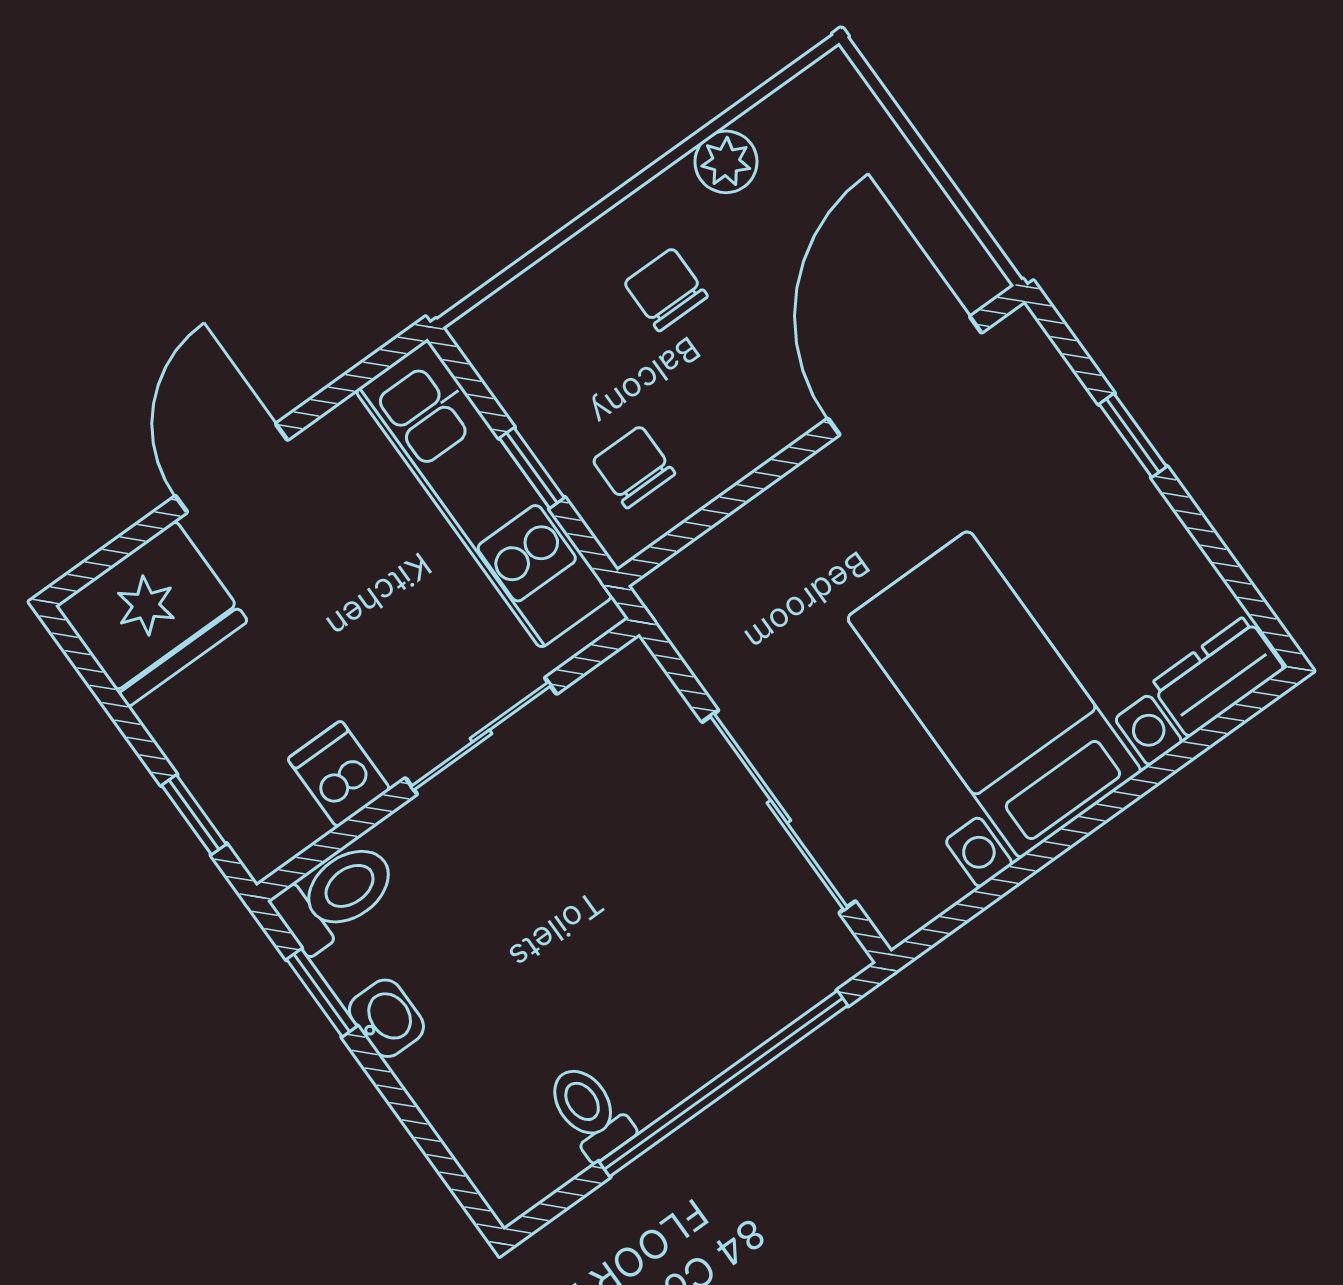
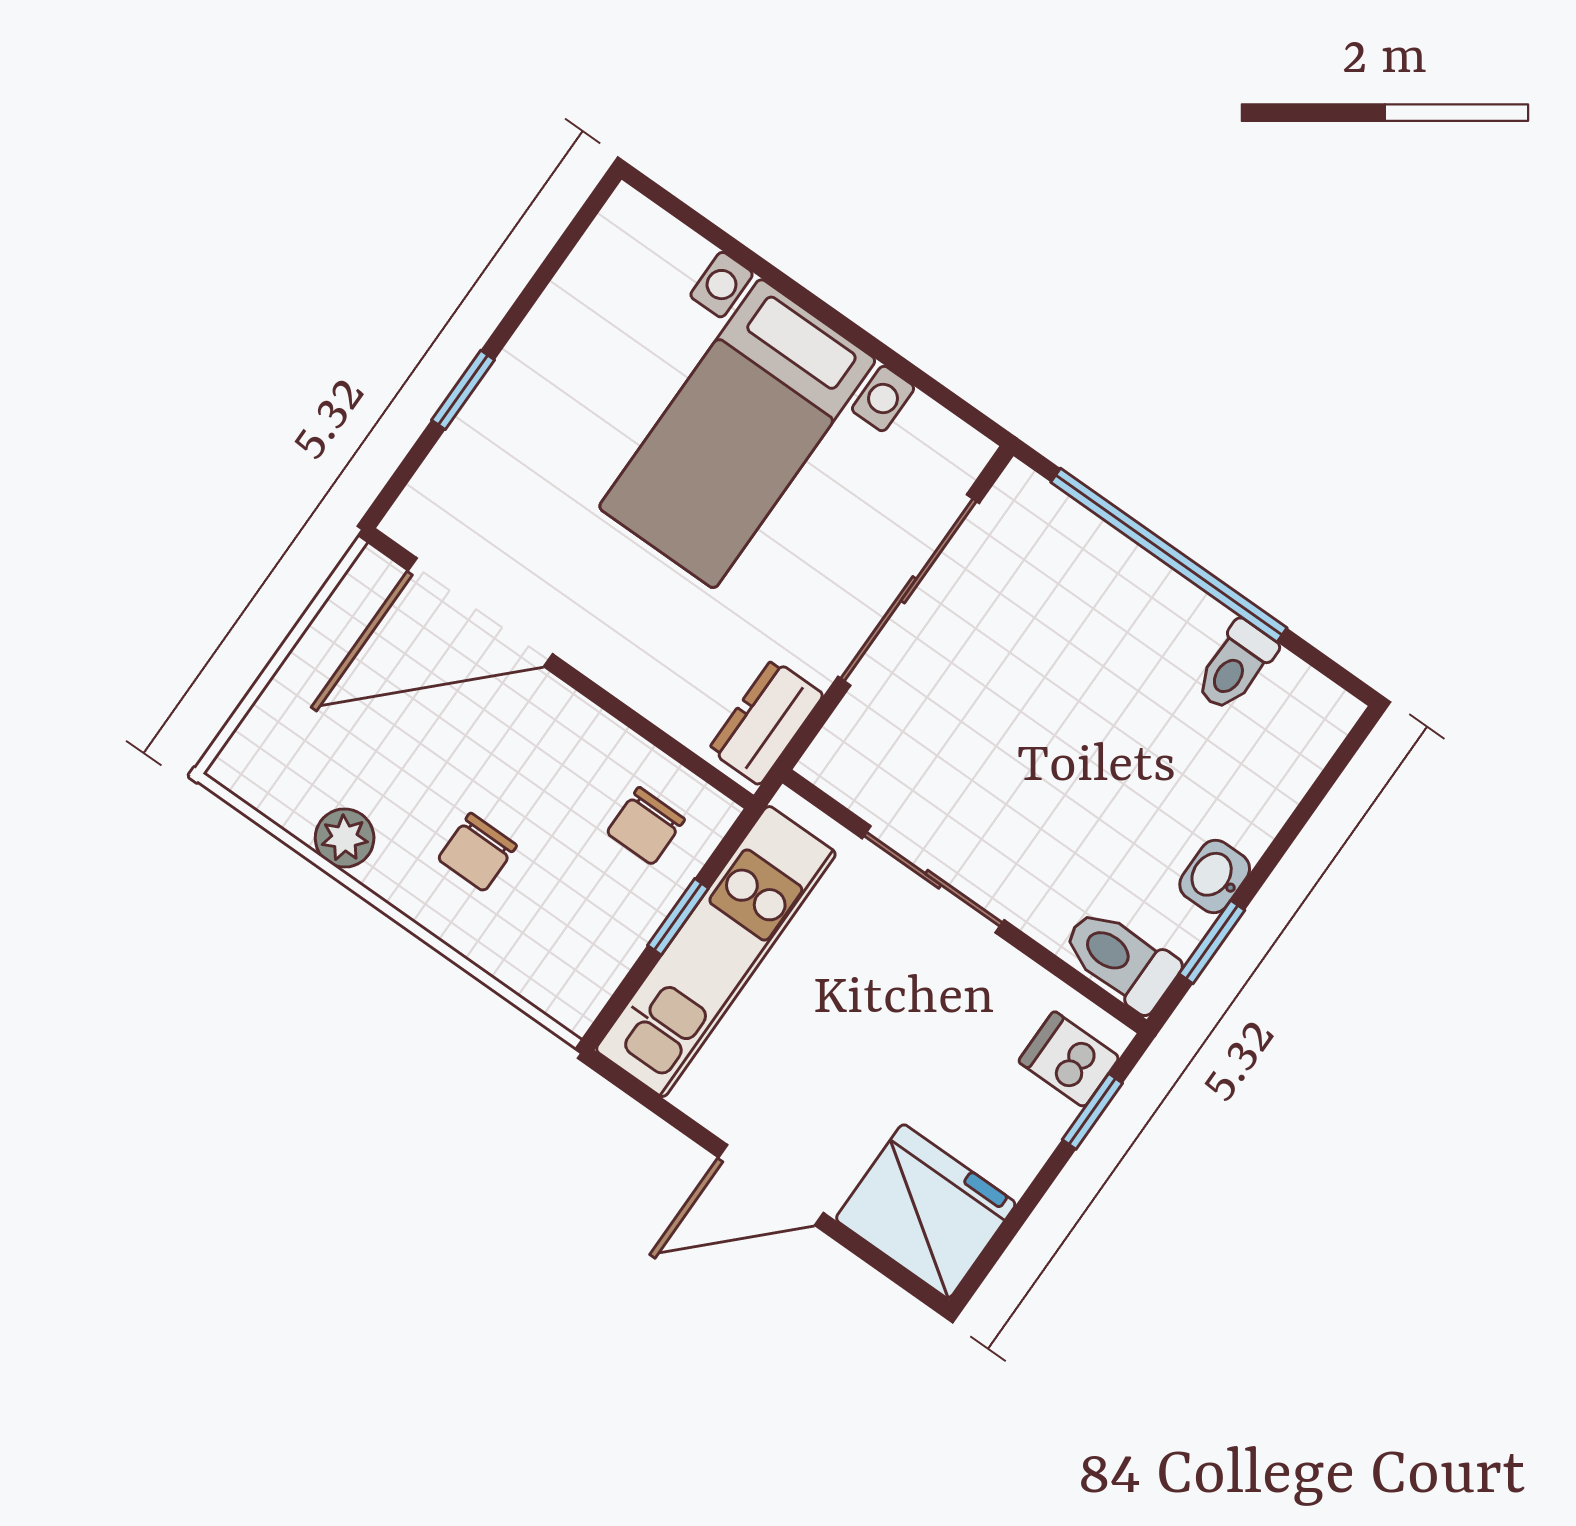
dresser: (1217, 676) -> (766, 722), moved, turned 90
dishwasher: (339, 774) -> (1069, 1059), moved, turned 90

